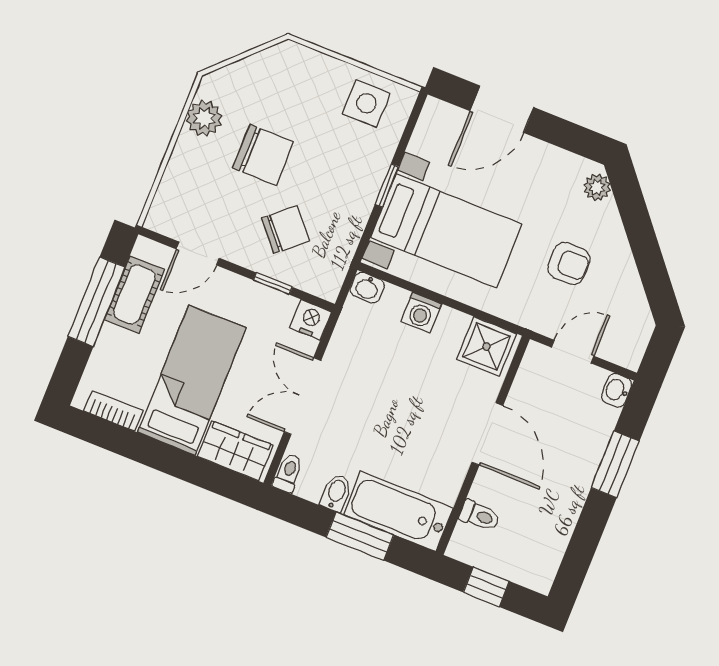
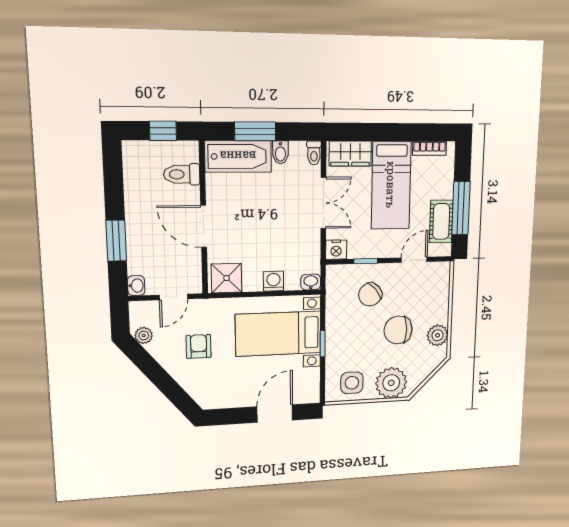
plant: (306, 75) -> (391, 383), added
plant: (597, 187) -> (144, 335), moved
armchair: (569, 263) -> (199, 346), turned 90
toilet: (480, 516) -> (182, 174), width x1.37, depth x1.39

